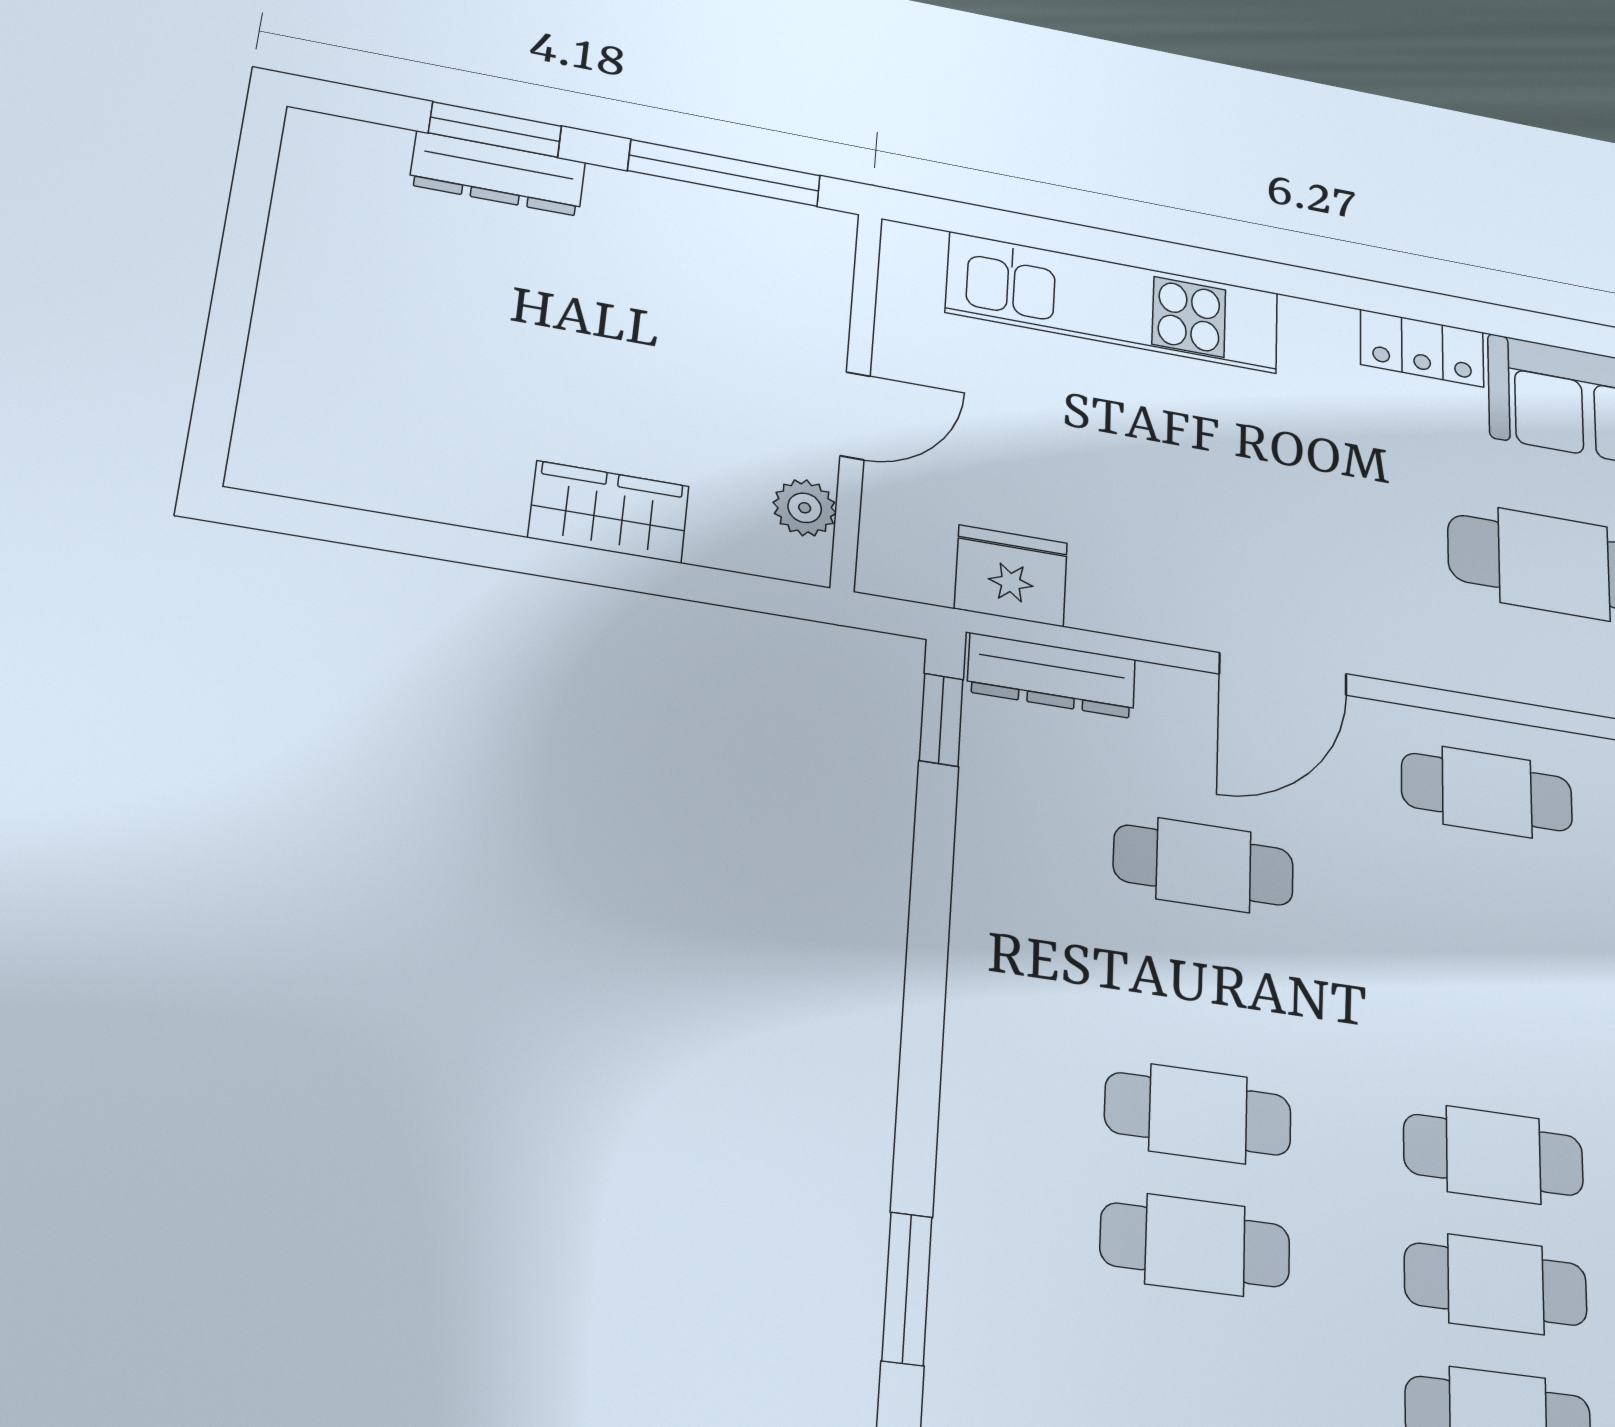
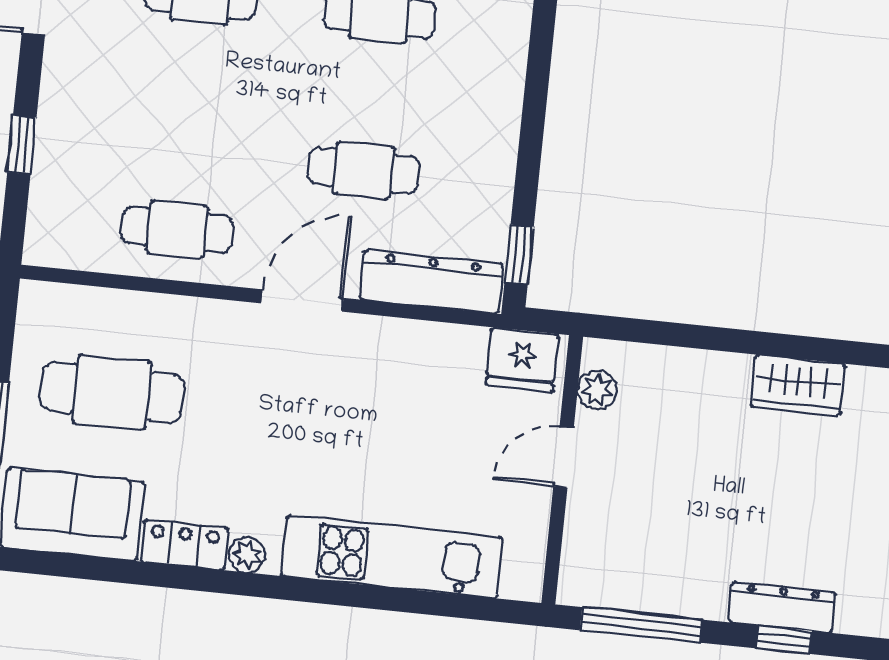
window: (495, 129) -> (784, 640), width x0.67
plant: (1329, 326) -> (247, 555), added
wardrobe: (609, 512) -> (798, 385), moved
fridge: (1011, 576) -> (522, 360), moved
dresser: (1052, 676) -> (431, 282), width x1.37, depth x1.24

